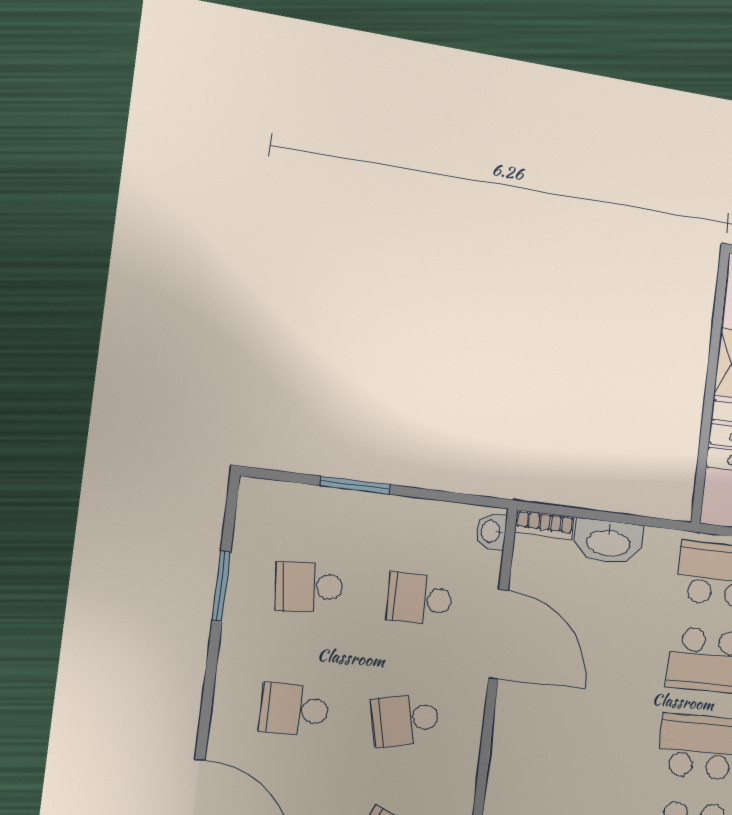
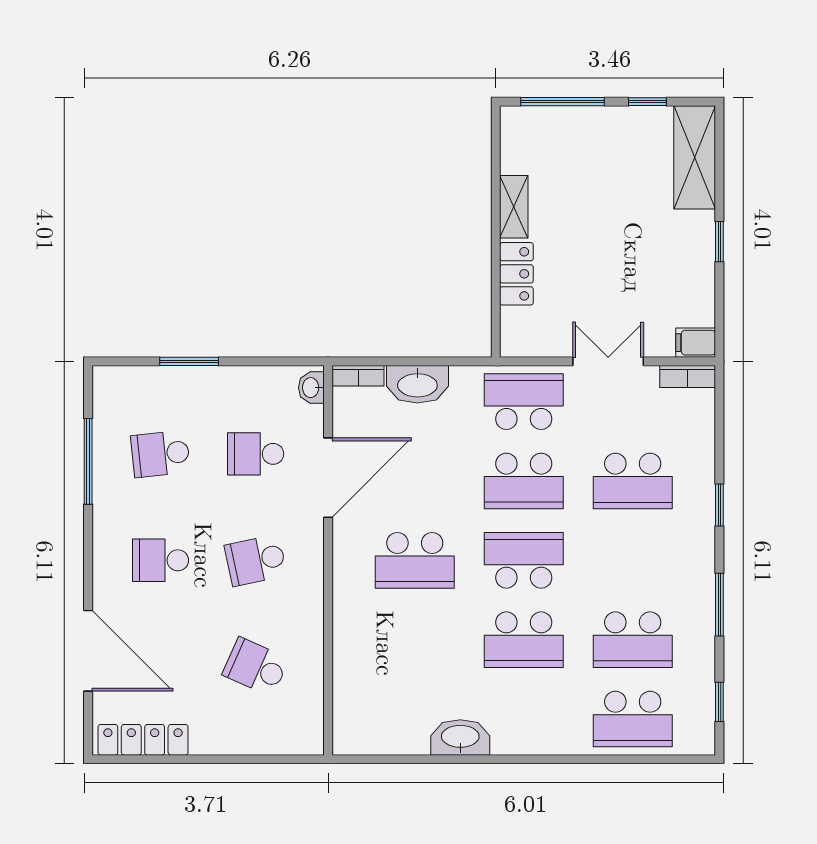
window: (221, 586) -> (88, 461), width x1.44
door: (498, 634) -> (328, 478), hinge flipped
school desk: (584, 736) -> (415, 560), added

